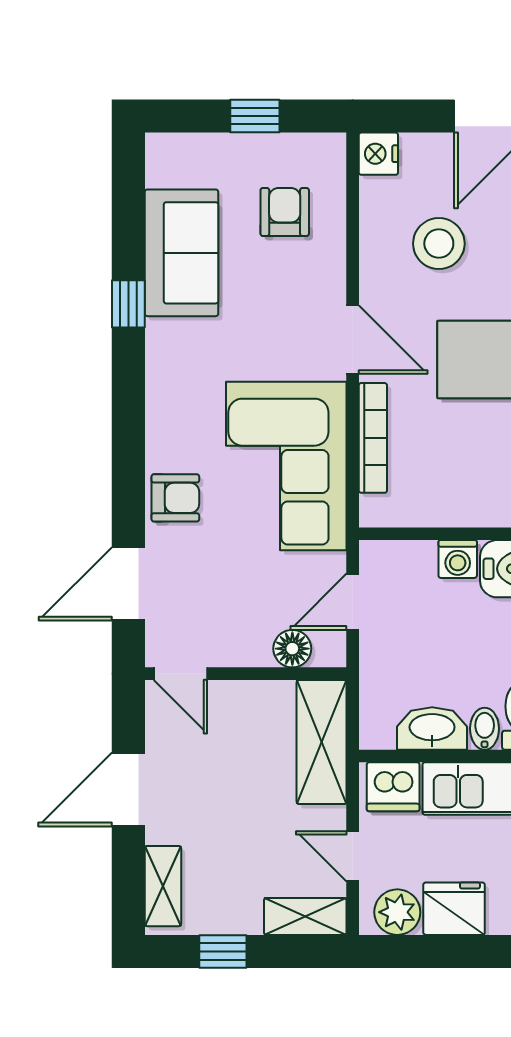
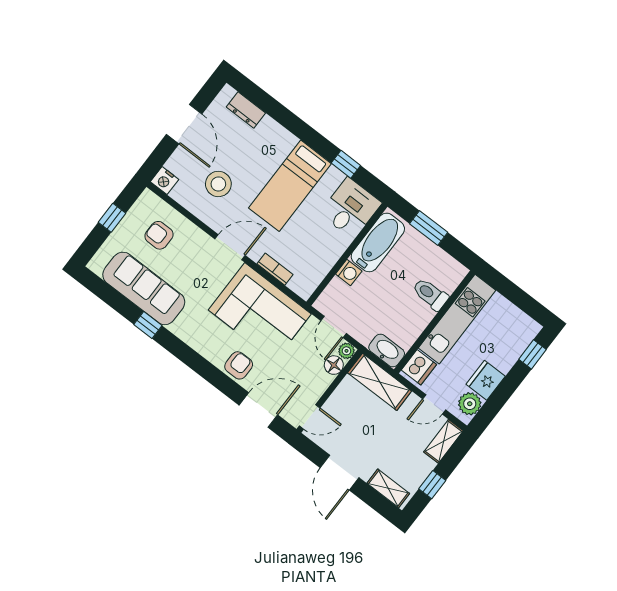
sofa: (182, 253) -> (144, 288), width x1.36
bookcase: (373, 438) -> (275, 269), width x0.64
door: (128, 584) -> (258, 410), swing flipped
plant: (330, 651) -> (346, 351), added
washbasin: (432, 728) -> (387, 351), moved, turned 90
bidet: (485, 729) -> (424, 313), removed

